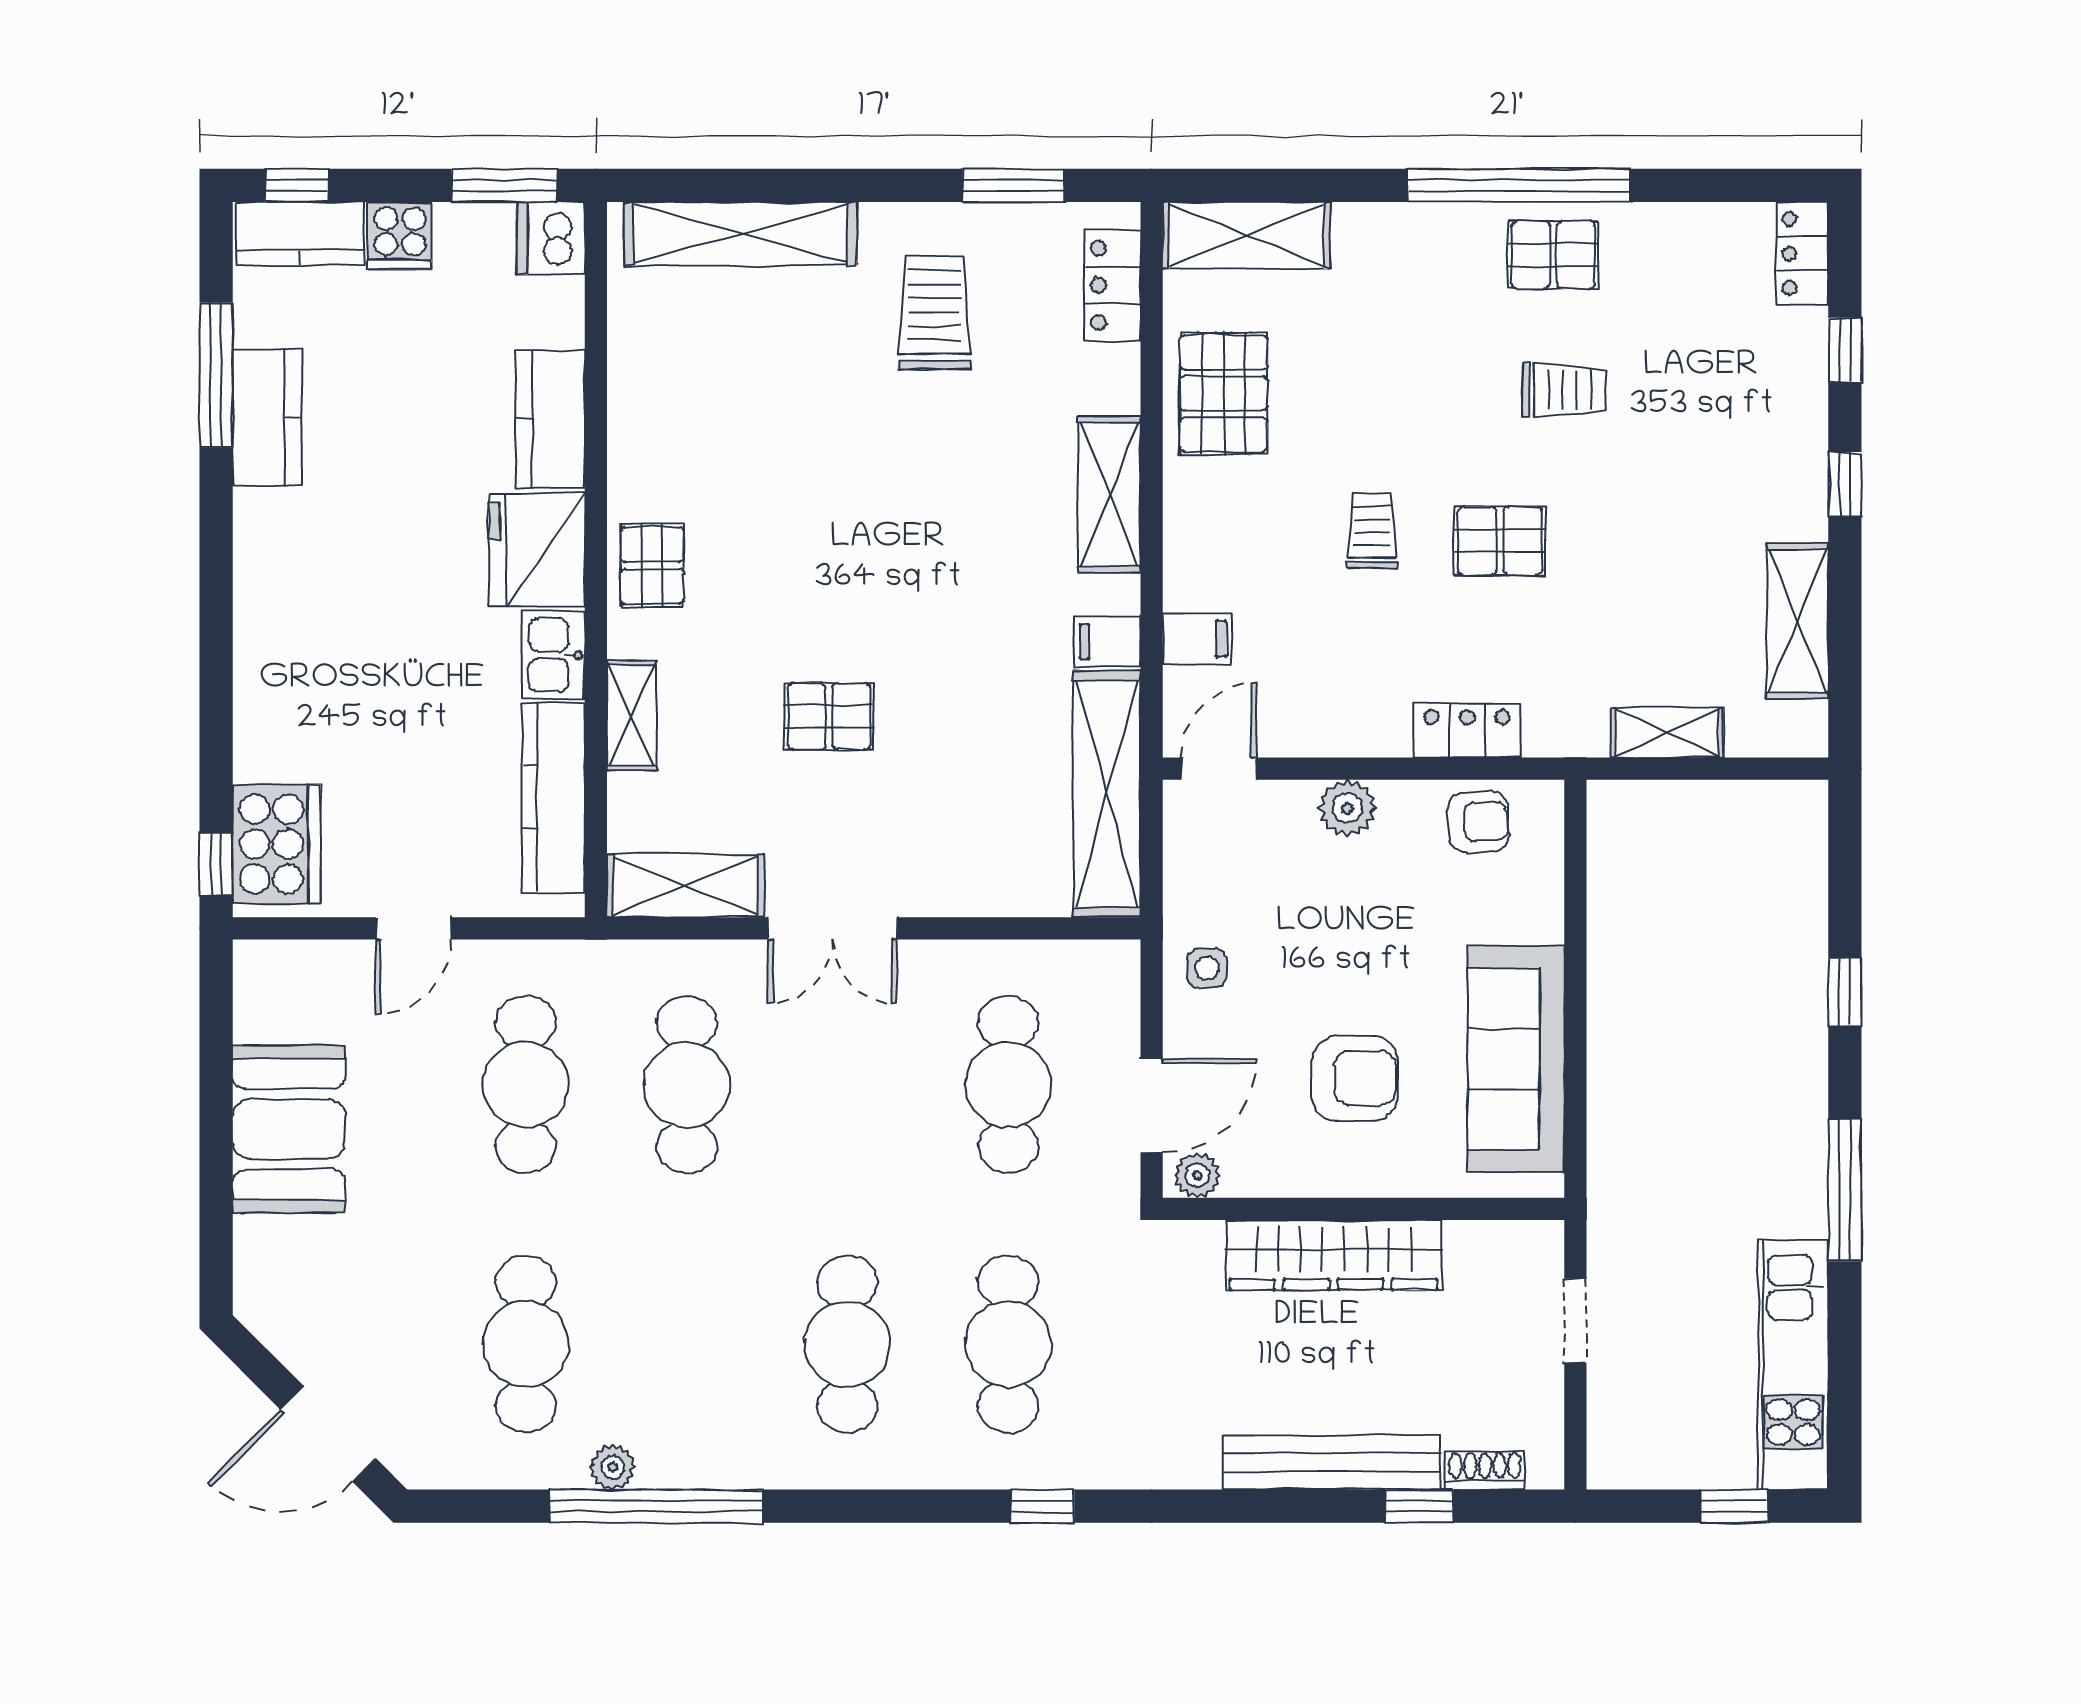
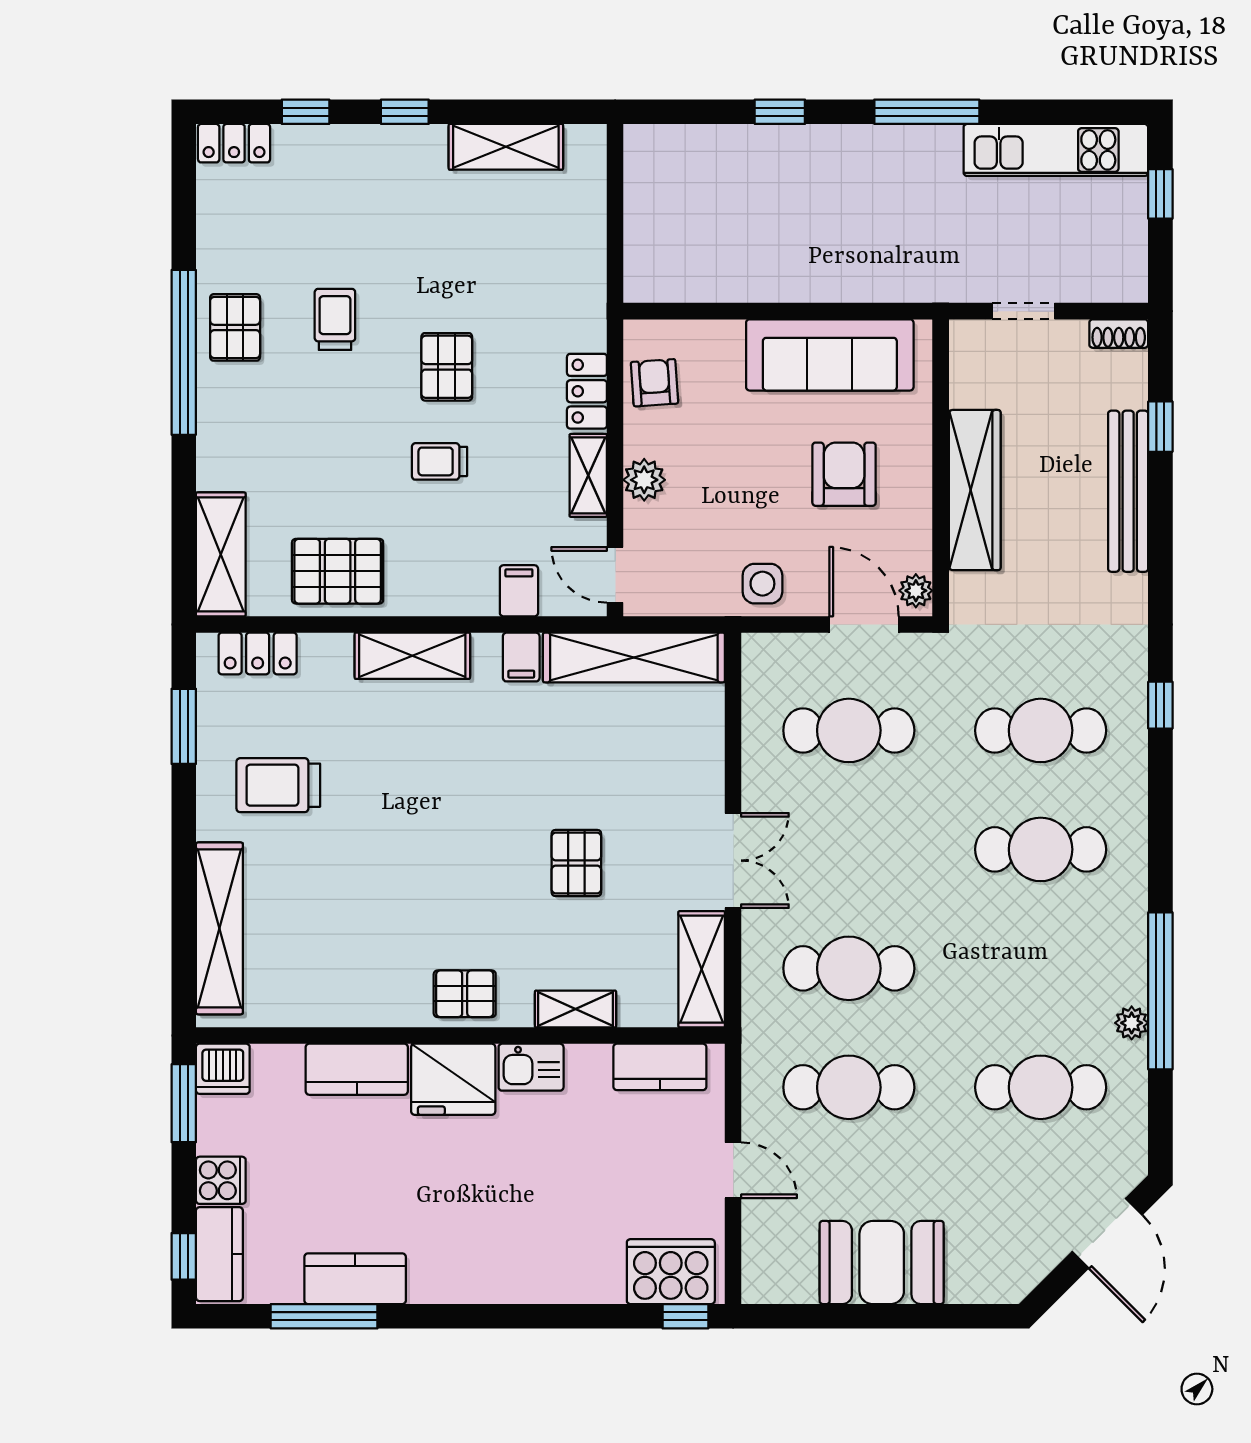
shelving: (1667, 732) -> (588, 475), moved
kitchen counter: (553, 798) -> (660, 1067), width x0.67
side table: (1207, 968) -> (762, 584), width x1.37, depth x1.37
shoe rack: (1485, 1470) -> (1119, 334), moved, turned -90

